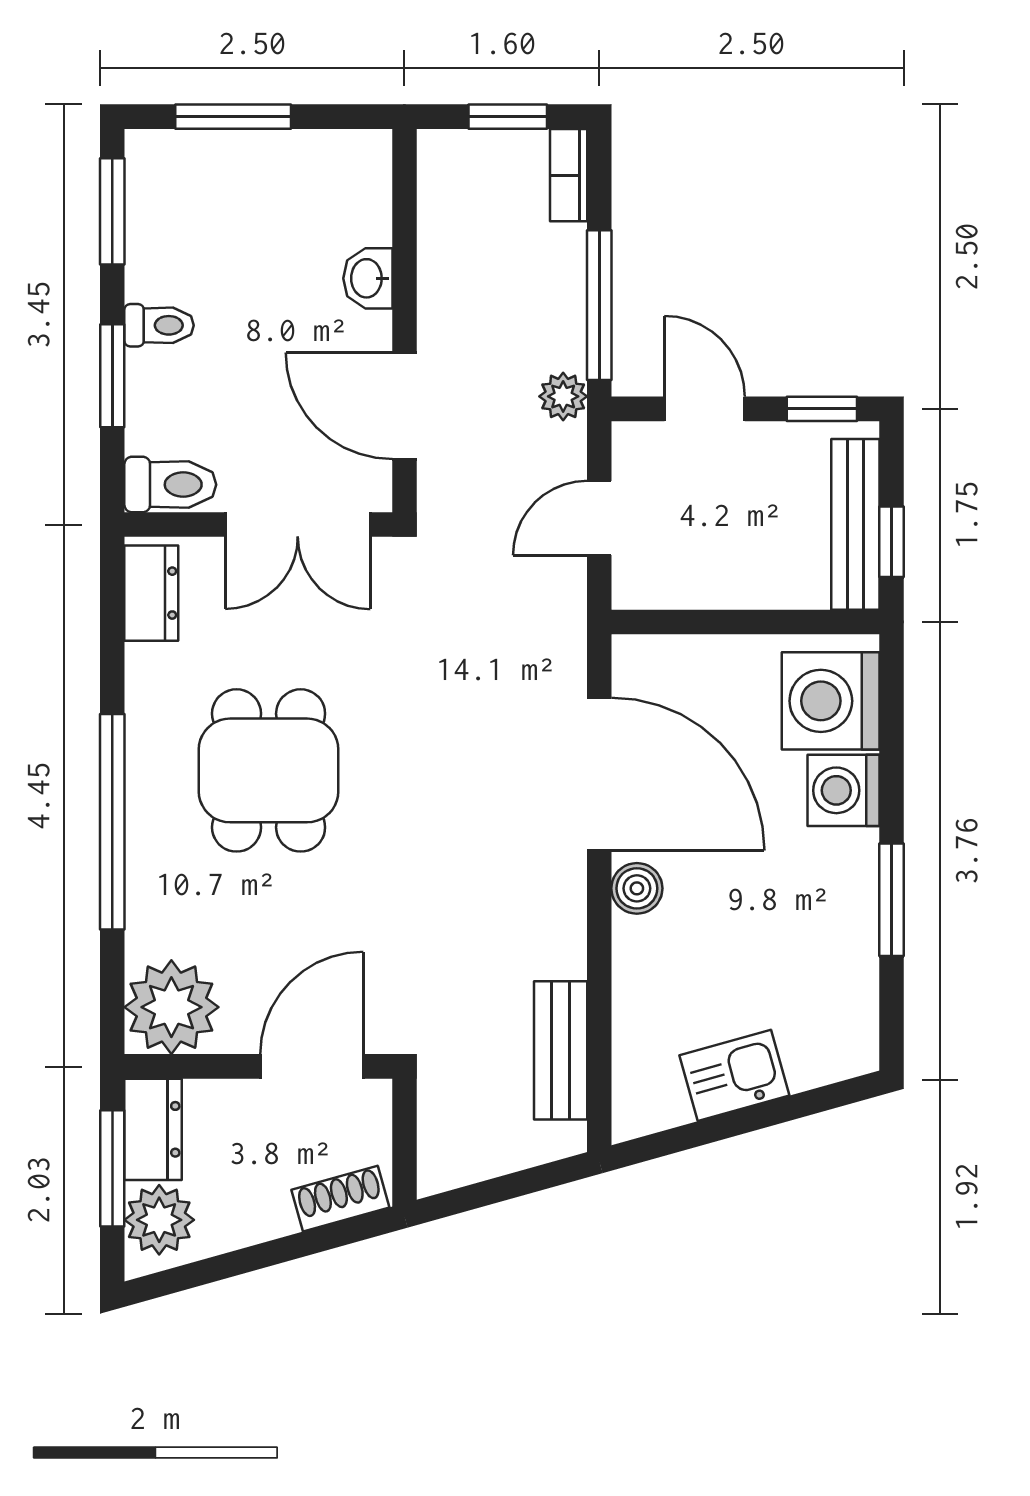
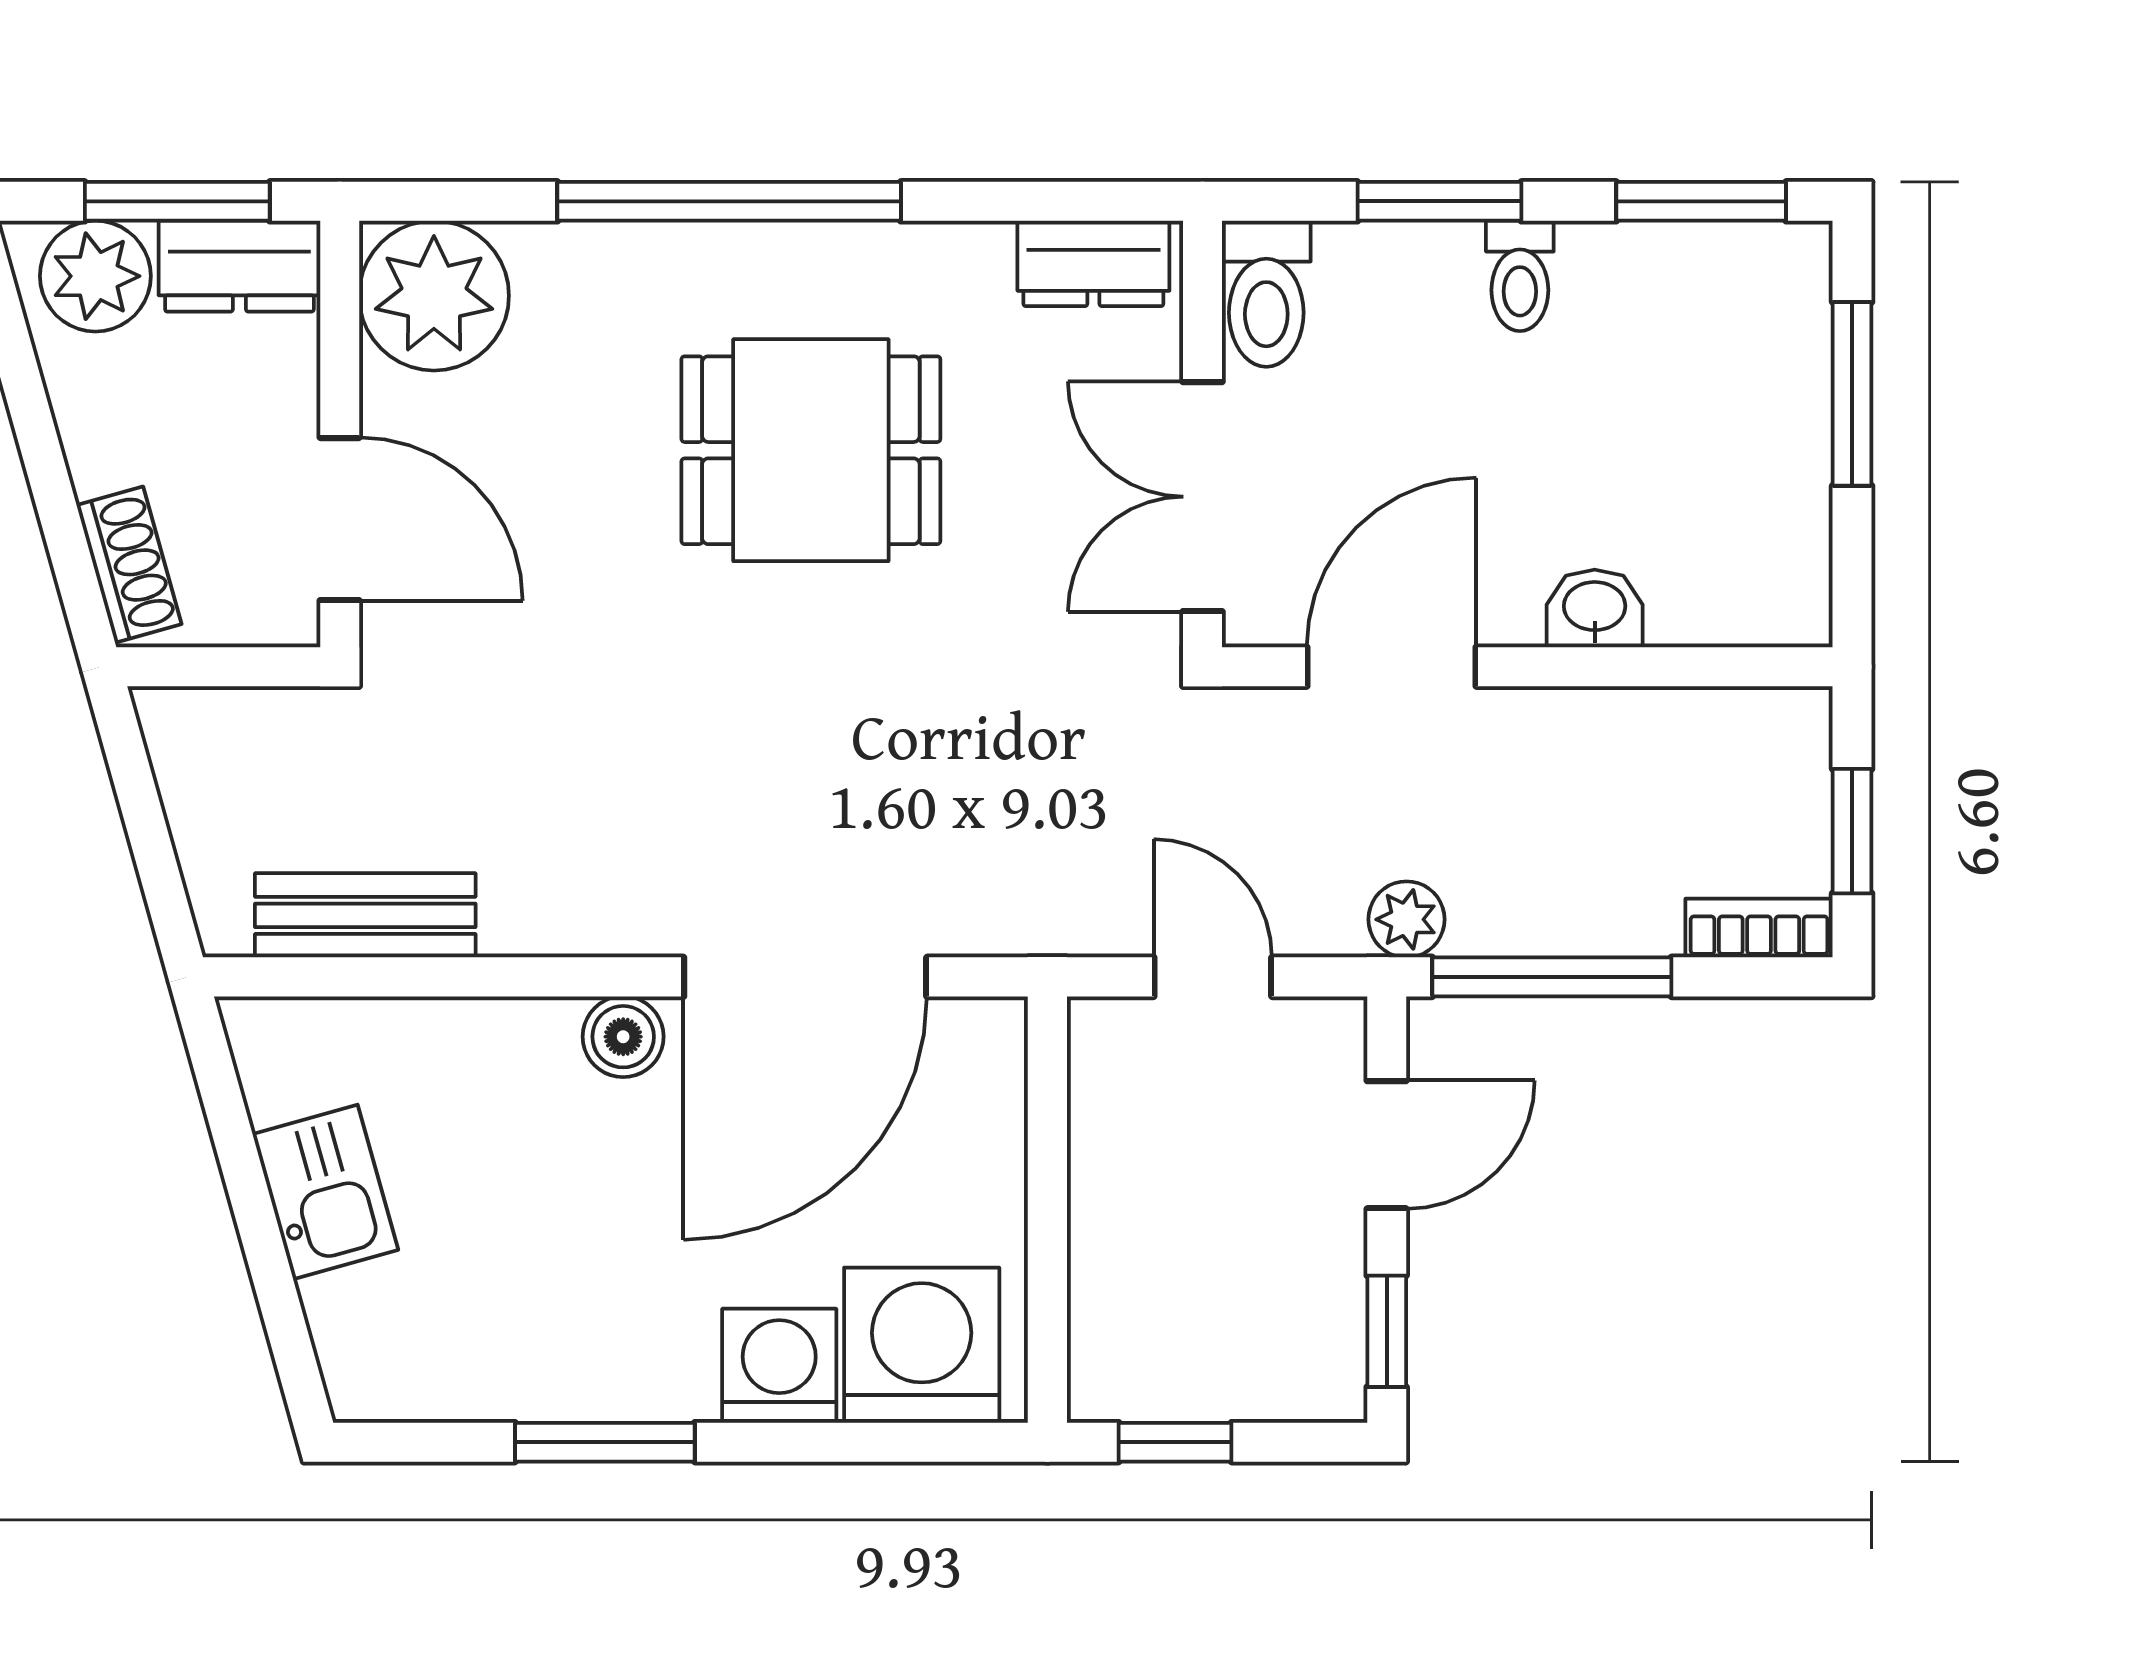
bench: (855, 524) -> (1203, 1385), removed

